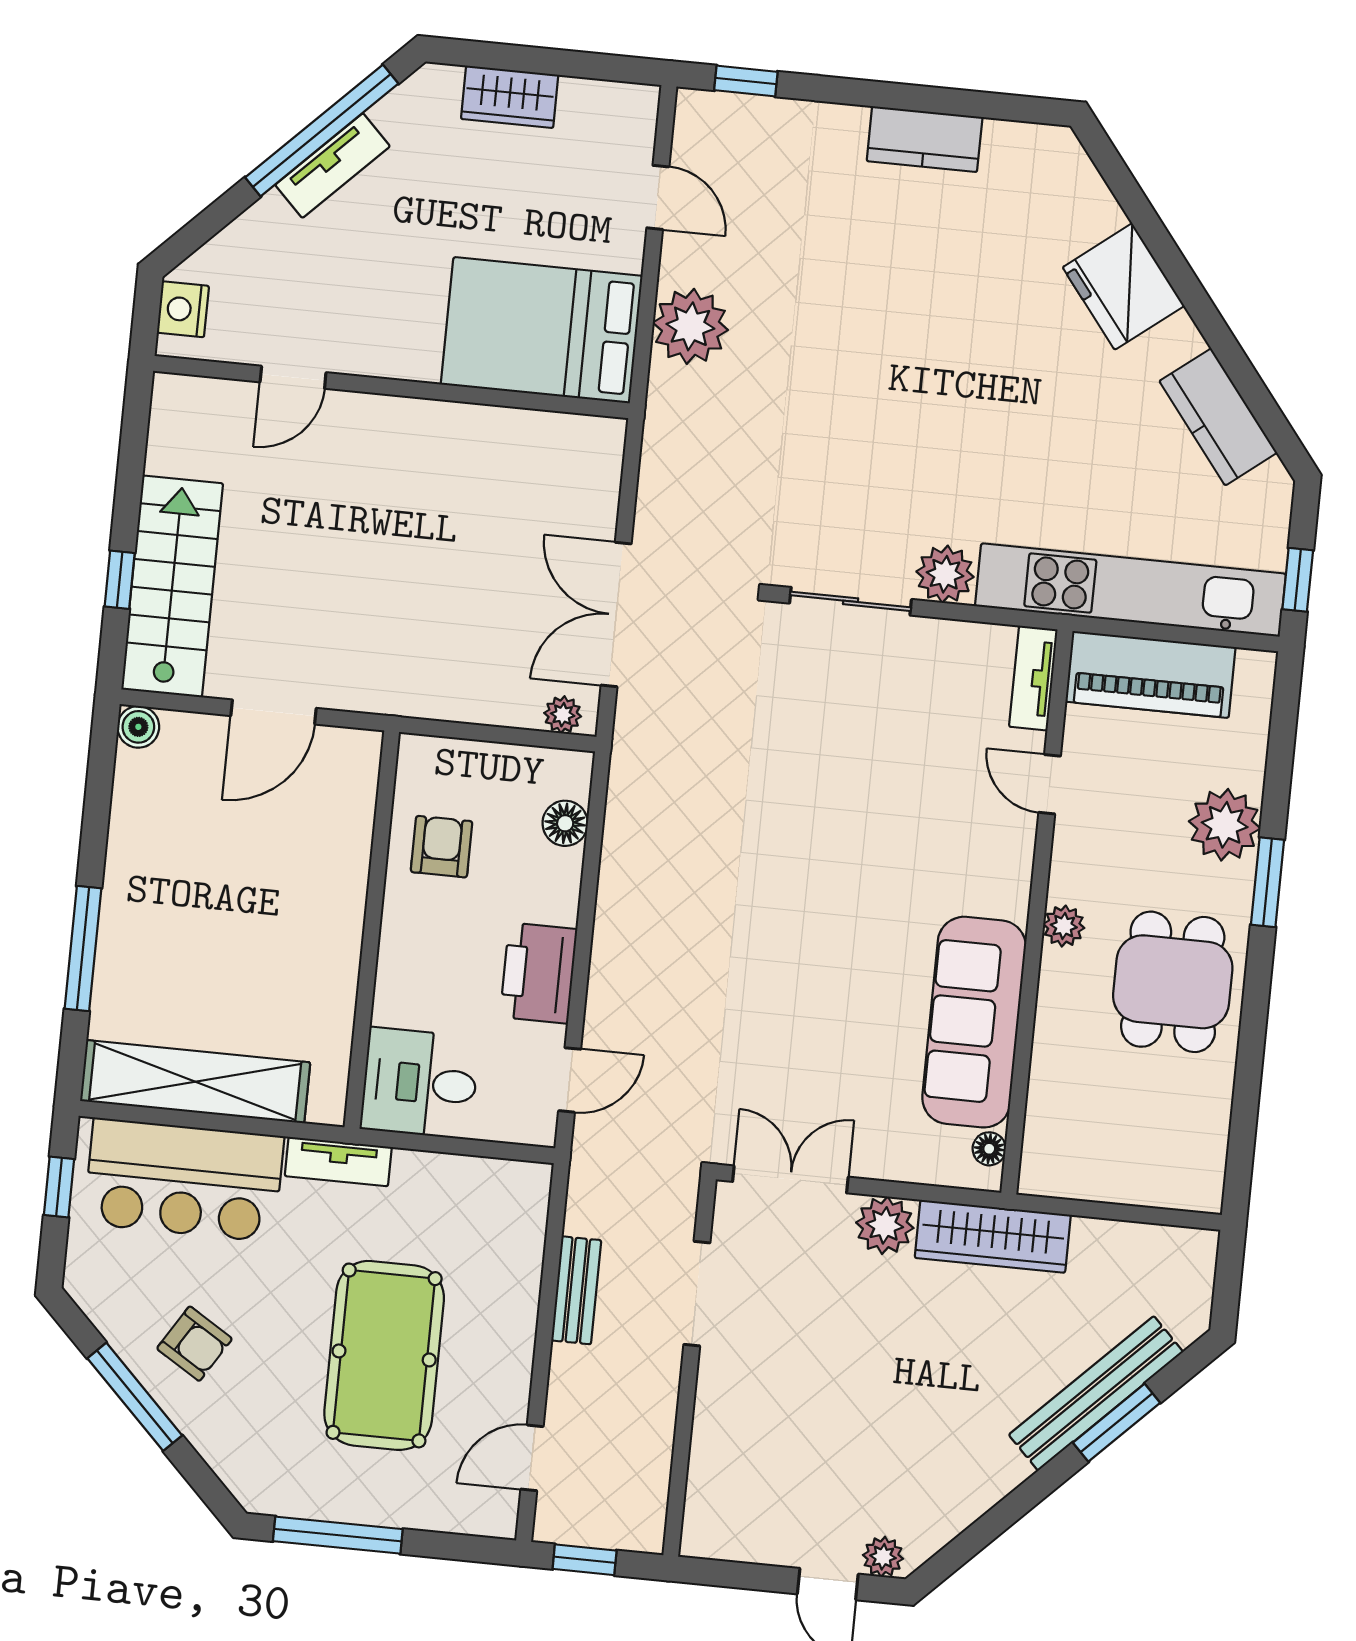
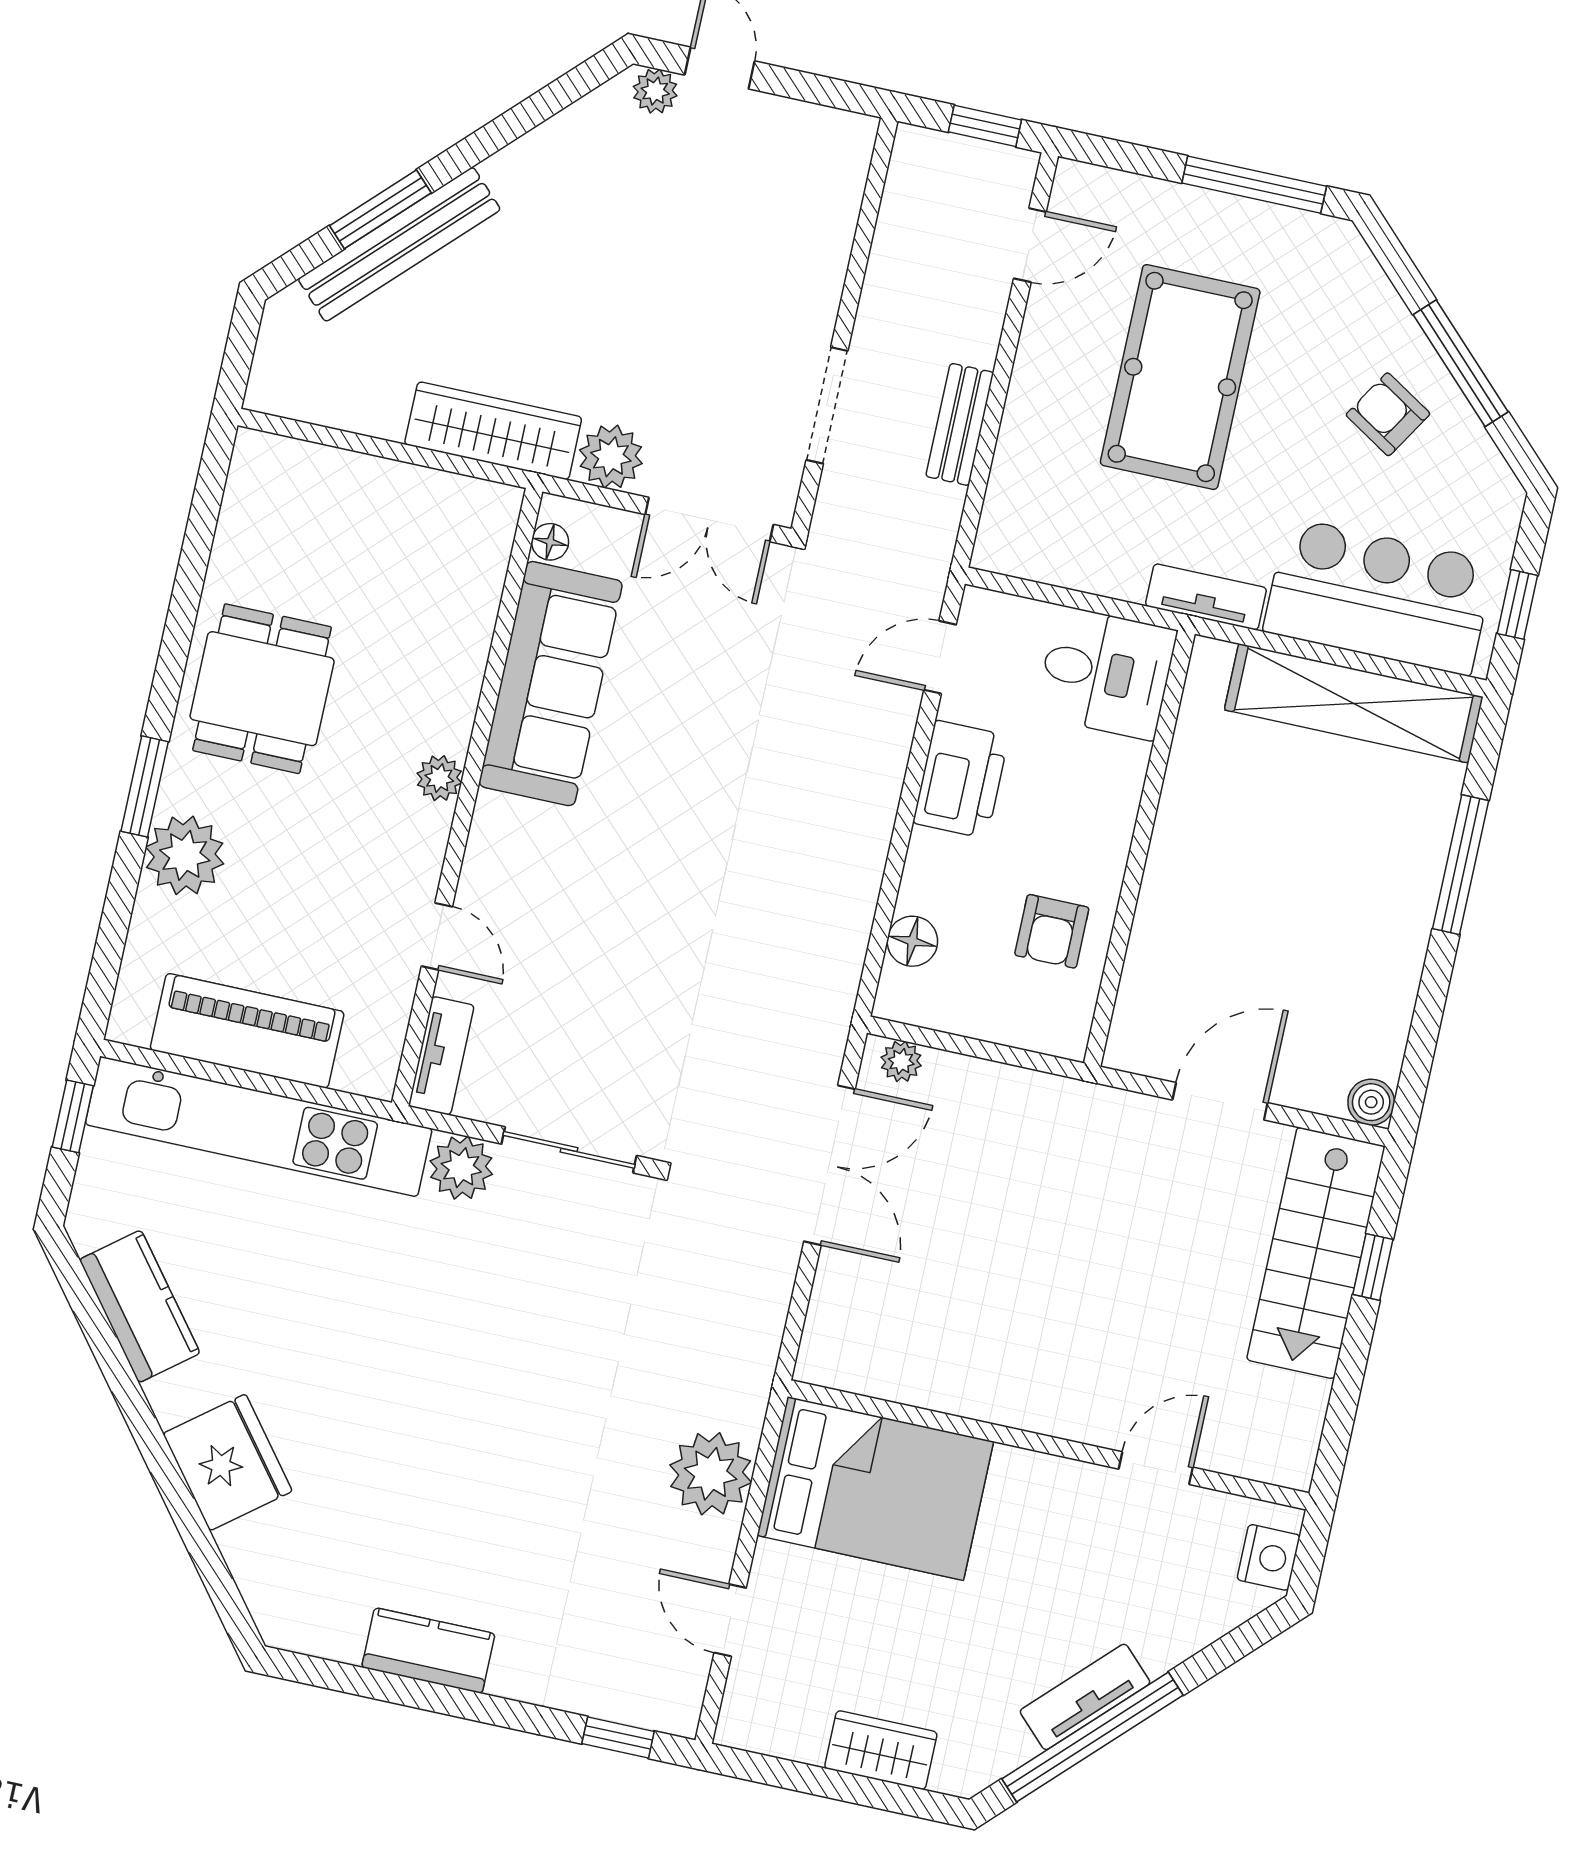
tv unit: (1033, 678) -> (441, 1056), moved
door: (1050, 784) -> (437, 936), moved
wall: (1037, 912) -> (467, 797), moved
plant: (1064, 926) -> (439, 778), moved
sofa: (974, 1022) -> (551, 684), moved
floor lamp: (989, 1149) -> (550, 542), moved

